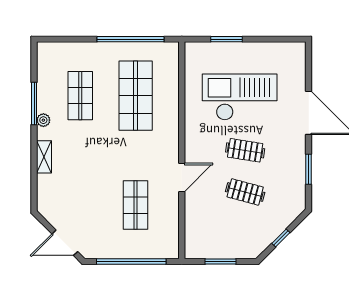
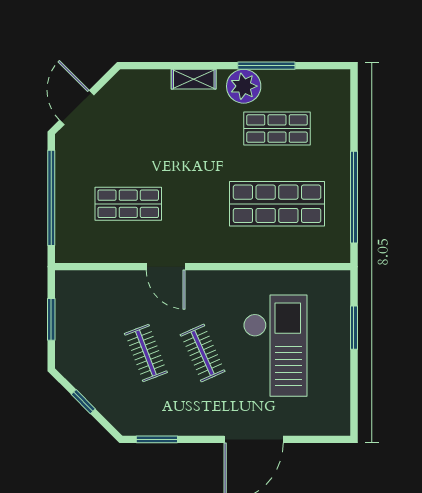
plant: (43, 120) -> (244, 86), width x1.87, depth x1.87
clothes rail: (245, 150) -> (203, 353), turned -33
window: (309, 169) -> (157, 439), moved
clothes rail: (245, 192) -> (146, 353), turned -36

